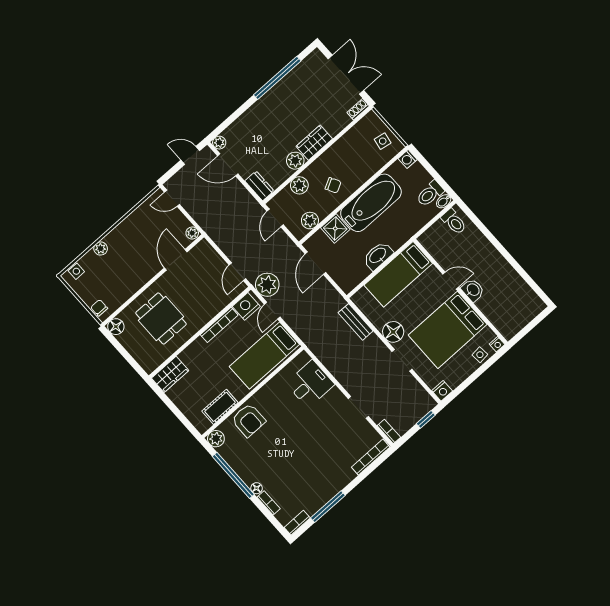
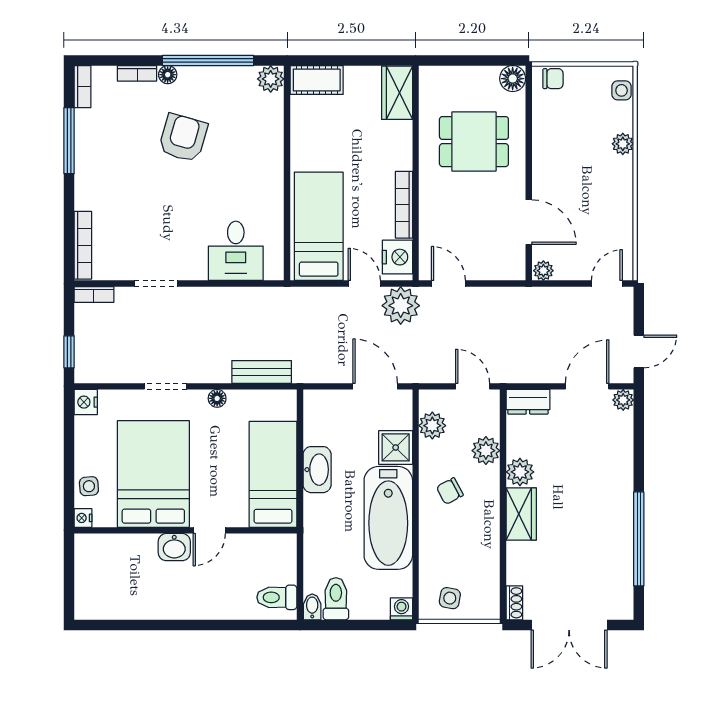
floor lamp: (393, 332) -> (217, 398), width x0.53, depth x0.53
cot: (220, 407) -> (317, 80), moved, turned 90
armchair: (248, 420) -> (183, 138), moved, turned 106

